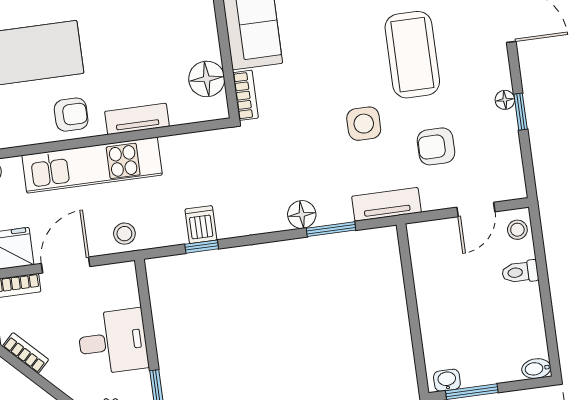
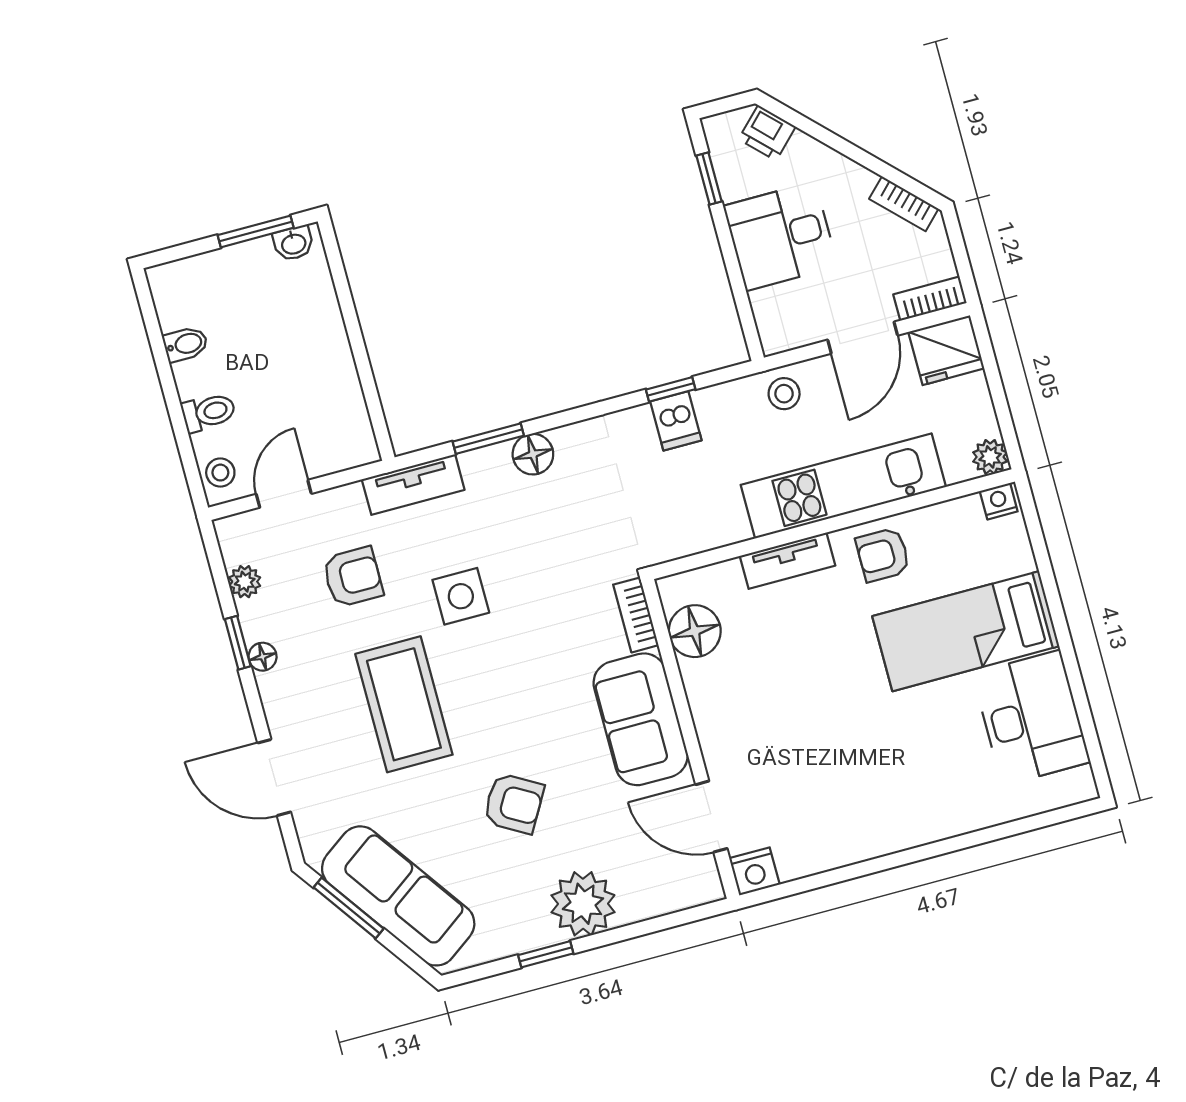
plant: (510, 153) -> (245, 582), added
bidet: (536, 369) -> (186, 344), moved

